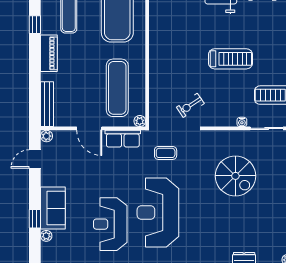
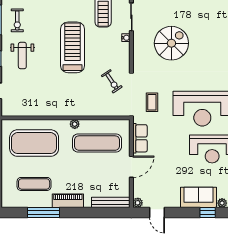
window: (35, 25) -> (44, 213), width x2.17
treadmill: (230, 59) -> (72, 47), width x1.37, depth x1.38
plant: (140, 121) -> (75, 124), moved

